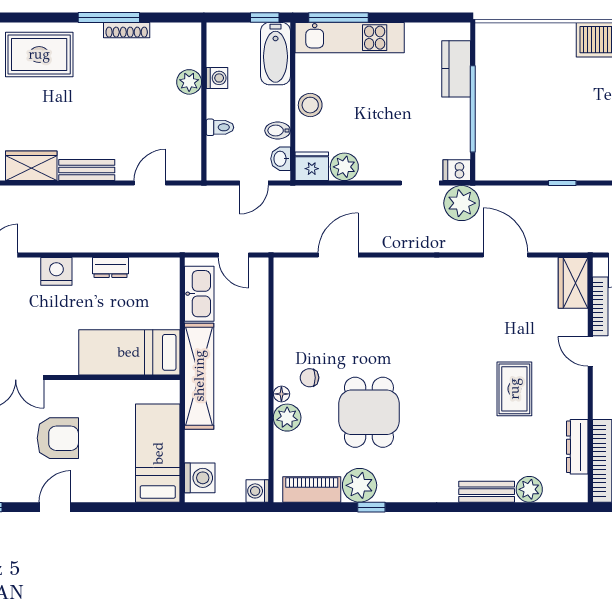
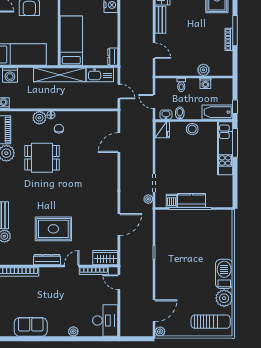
kitchen counter: (456, 69) -> (191, 200), moved
plant: (344, 167) -> (162, 146), removed
dishwasher: (457, 170) -> (172, 201), moved
plant: (462, 203) -> (148, 199), width x0.53, depth x0.53
door: (233, 255) -> (119, 91), swing flipped
door: (338, 255) -> (119, 143), swing flipped
dresser: (111, 268) -> (113, 57), moved
rug: (514, 389) -> (53, 229), width x1.36, depth x1.43
dresser: (577, 447) -> (47, 260), moved

